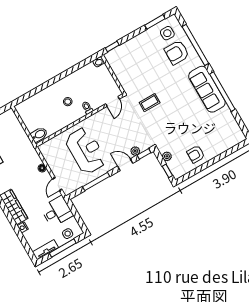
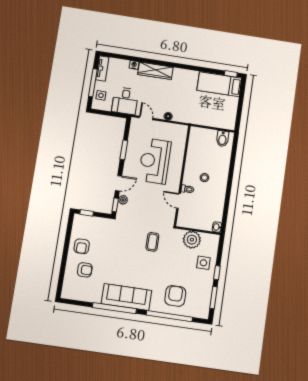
side table: (167, 33) -> (203, 263), moved
window: (112, 47) -> (217, 273), moved
door: (112, 101) -> (179, 201), moved
bidet: (39, 135) -> (222, 139), moved
armchair: (212, 137) -> (85, 270), added
reception desk: (86, 151) -> (155, 161), turned 90
armchair: (196, 154) -> (82, 246), turned 180
plant: (167, 156) -> (192, 240), moved, width x1.87, depth x1.87
window: (96, 182) -> (124, 150), width x0.69

